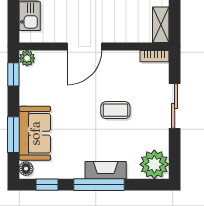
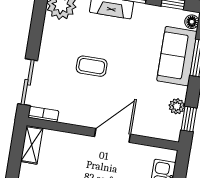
plant: (27, 58) -> (177, 106), moved
sliding door: (175, 106) -> (28, 82), moved

